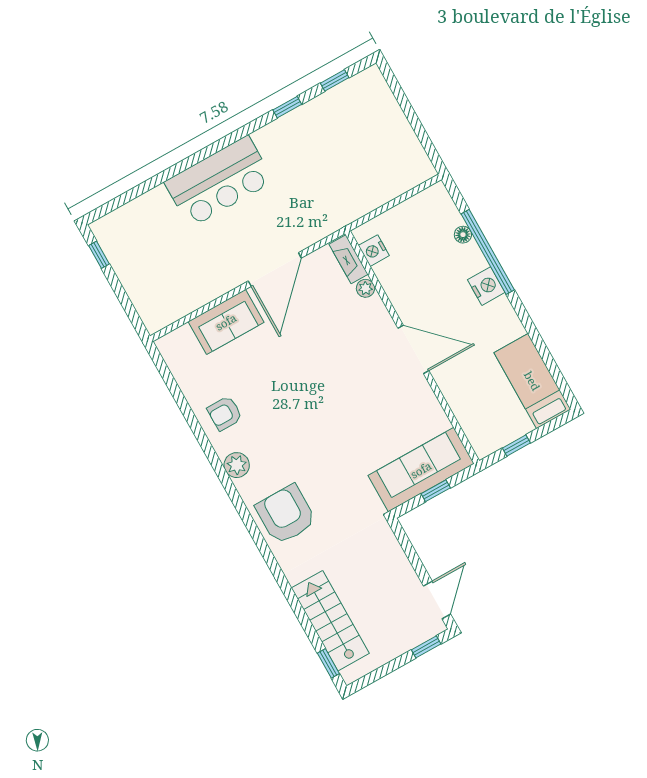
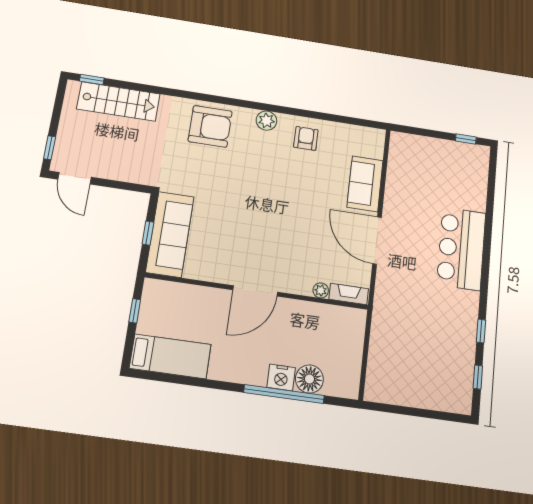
floor lamp: (463, 235) -> (309, 379), width x1.89, depth x1.89
nightstand: (374, 251) -> (342, 315), removed
nightstand: (486, 286) -> (281, 377), moved

